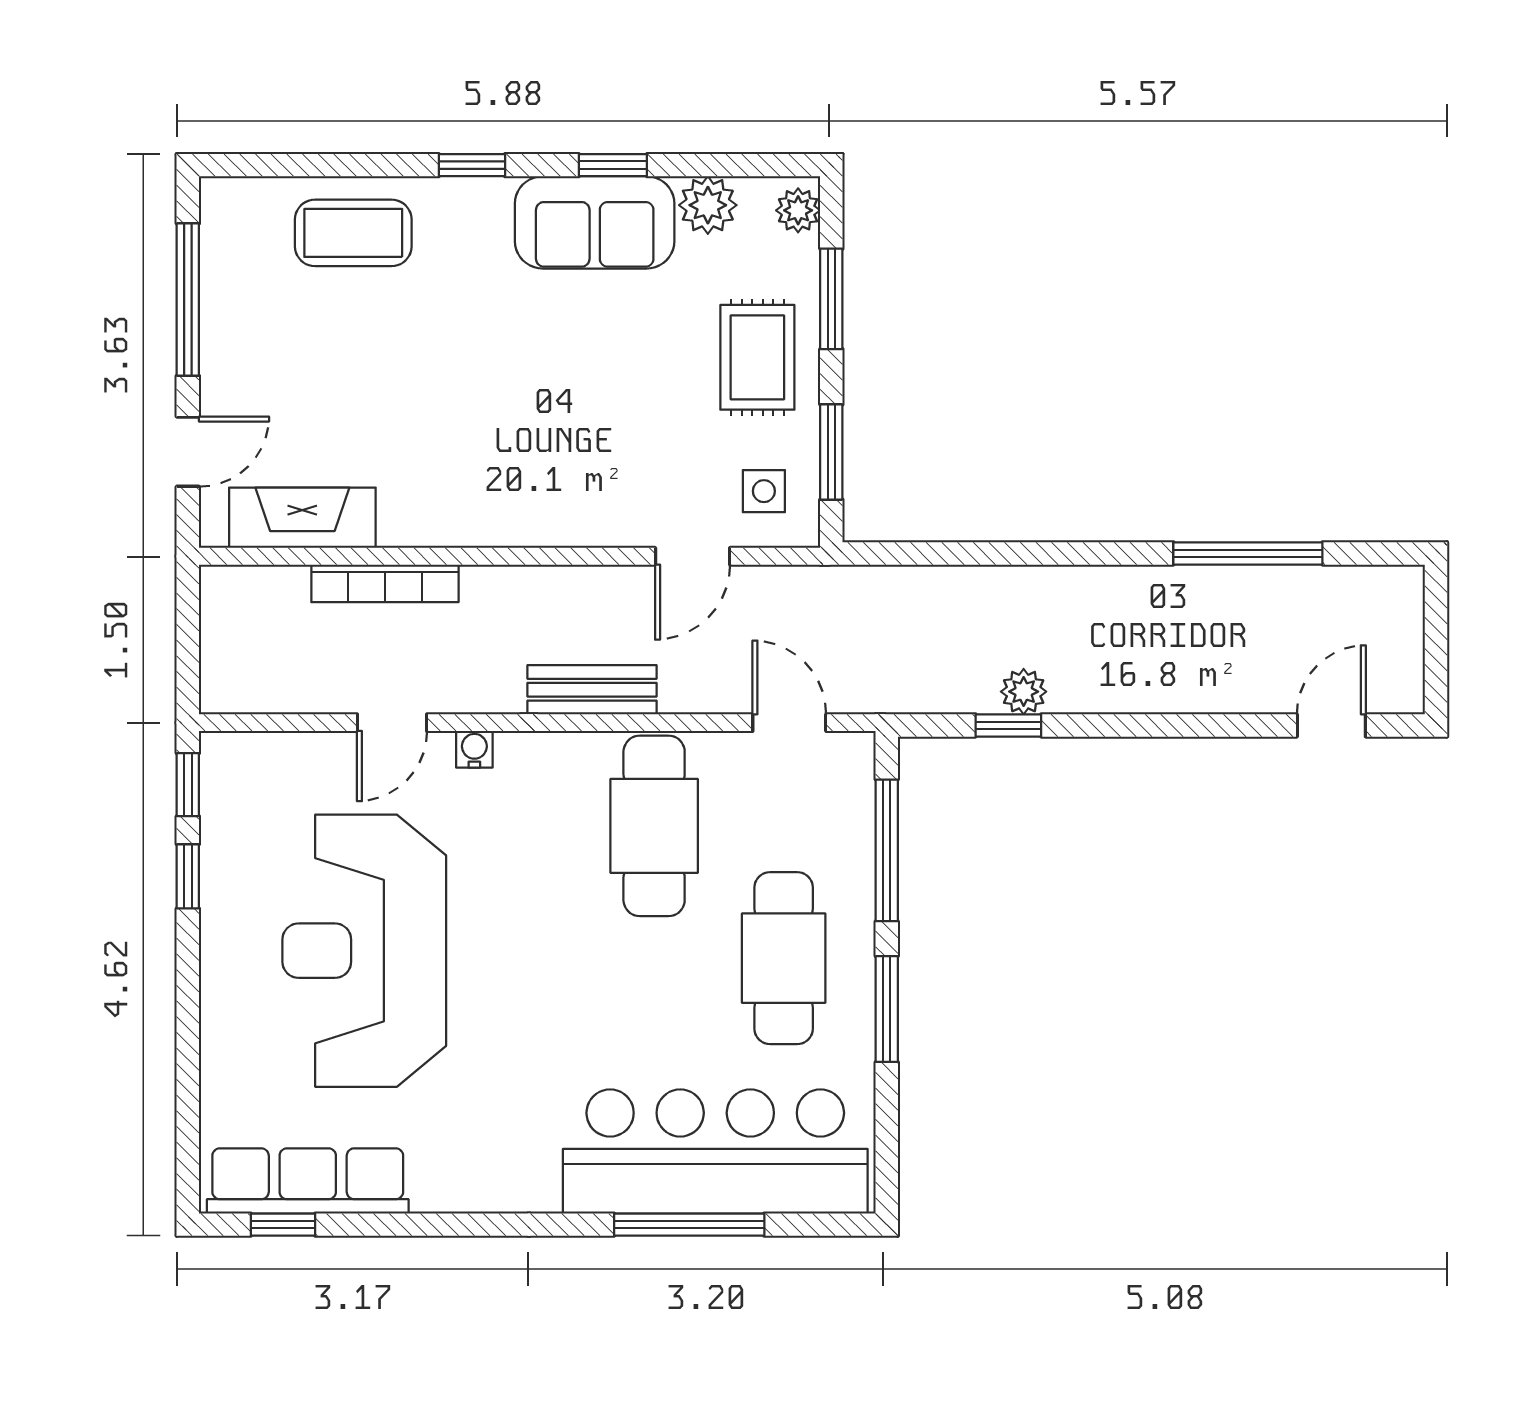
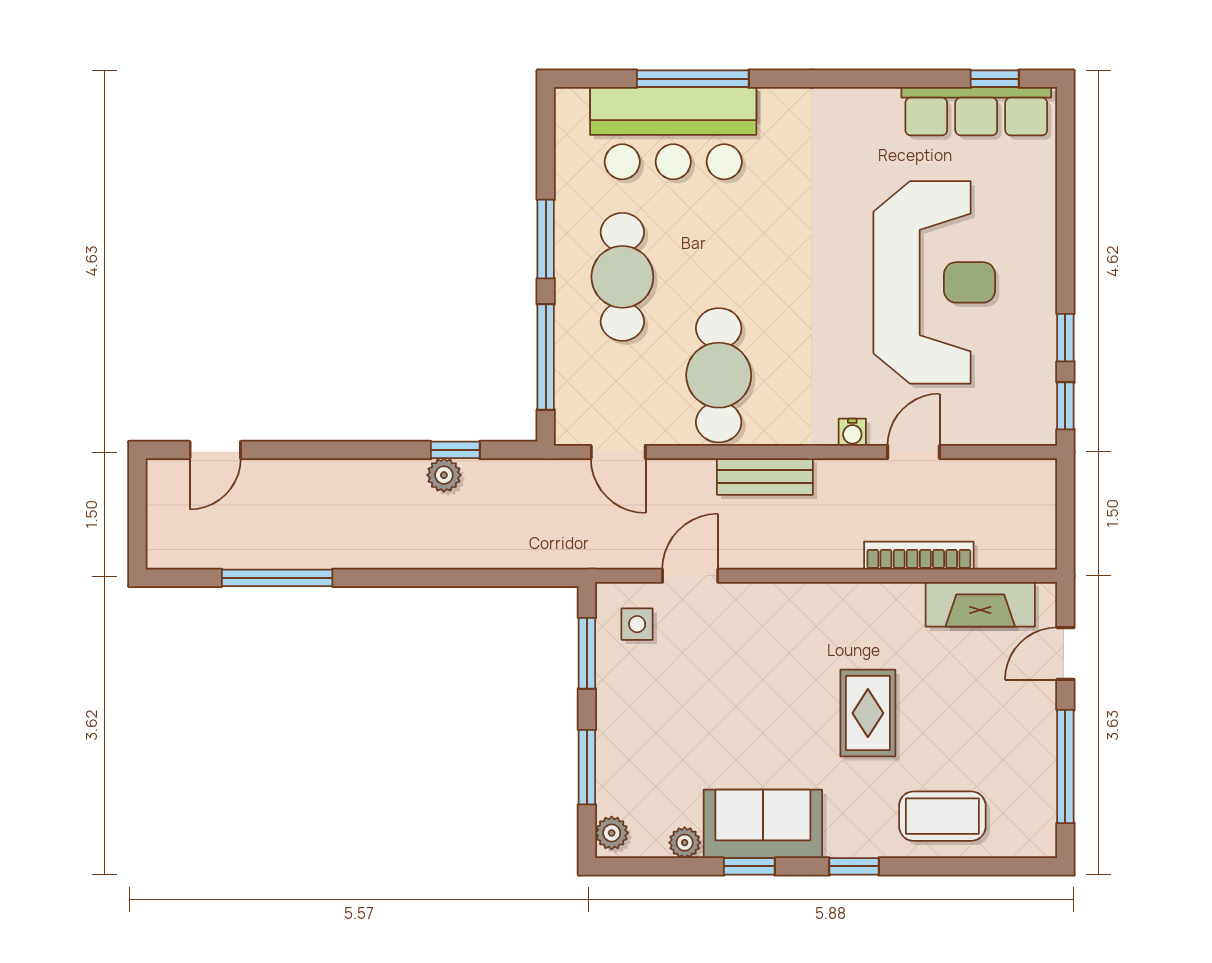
plant: (708, 205) -> (685, 843), width x0.73, depth x0.73
rug: (757, 357) -> (868, 713), moved
bar counter: (715, 1151) -> (673, 133), width x0.73

